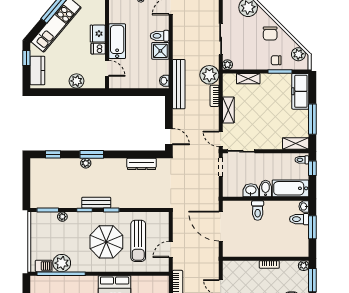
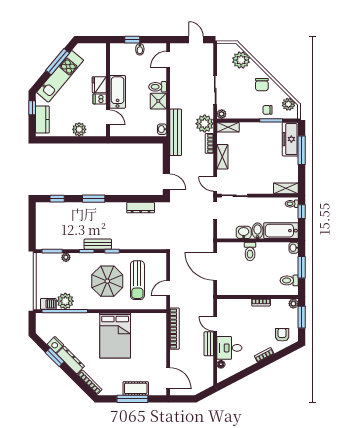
shelving: (248, 79) -> (228, 127), moved
window: (312, 119) -> (302, 150), moved
plant: (86, 163) -> (88, 207), removed
toilet: (299, 219) -> (289, 280), moved

